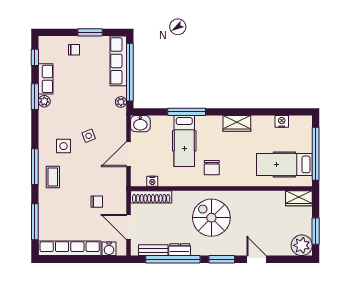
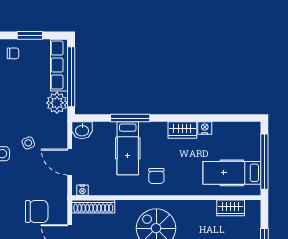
plant: (121, 102) -> (57, 103), width x1.88, depth x1.88
nightstand: (282, 121) -> (205, 128), moved
door: (128, 154) -> (70, 162), hinge flipped
nightstand: (152, 181) -> (82, 190), moved
wardrobe: (299, 198) -> (231, 208), moved
chair: (97, 202) -> (37, 212), width x1.87, depth x1.87

